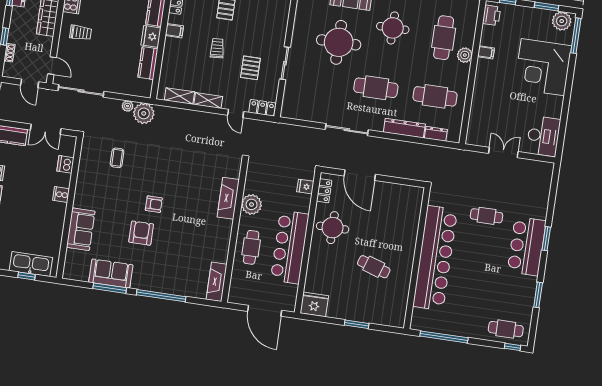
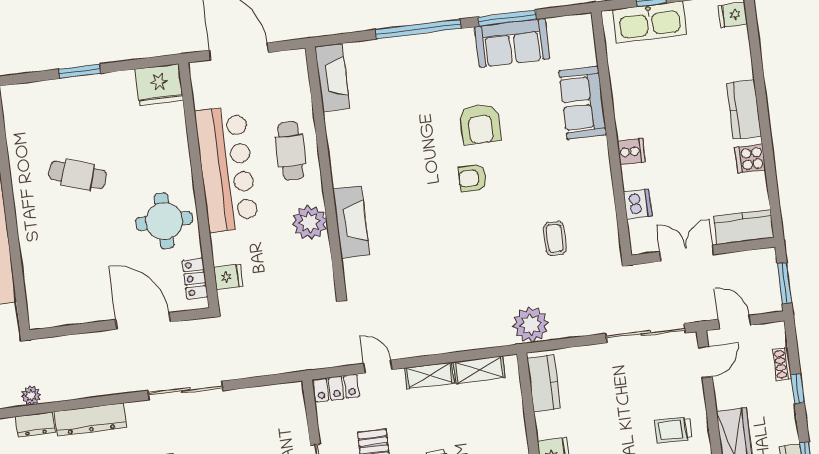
kitchen counter: (148, 63) -> (544, 383), moved
door: (52, 66) -> (705, 362), swing flipped
plant: (128, 106) -> (31, 395), moved

